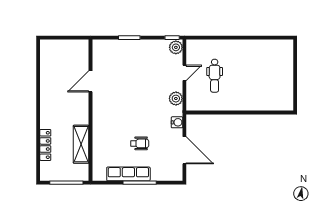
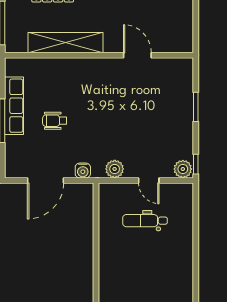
wheelchair: (140, 143) -> (55, 121), turned 90
shelving: (81, 144) -> (66, 43), width x1.47

